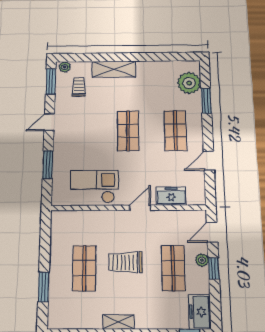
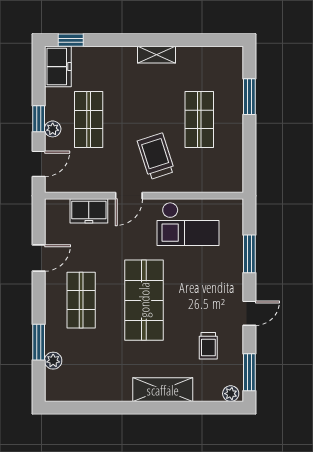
plant: (189, 83) -> (53, 361), width x0.53, depth x0.53
trolley: (79, 87) -> (208, 346), moved
shop shelf: (128, 131) -> (144, 300), width x1.43, depth x1.36
trolley: (125, 262) -> (156, 156), moved, turned -108

